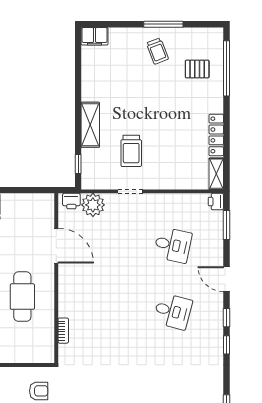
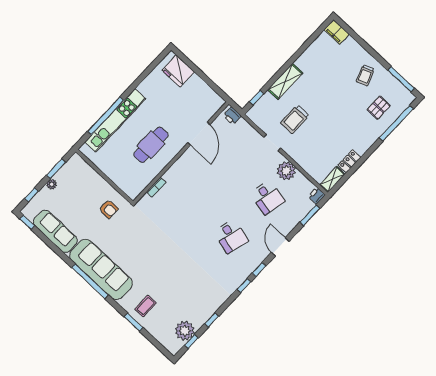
window: (163, 24) -> (401, 79), moved
pallet: (197, 69) -> (379, 108), turned 90
locker: (216, 135) -> (349, 161), width x0.66
plant: (93, 205) -> (286, 171), moved

